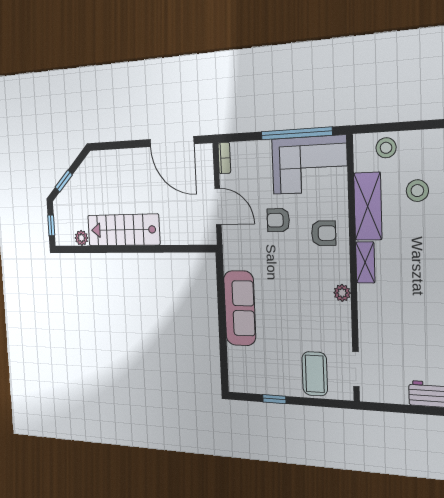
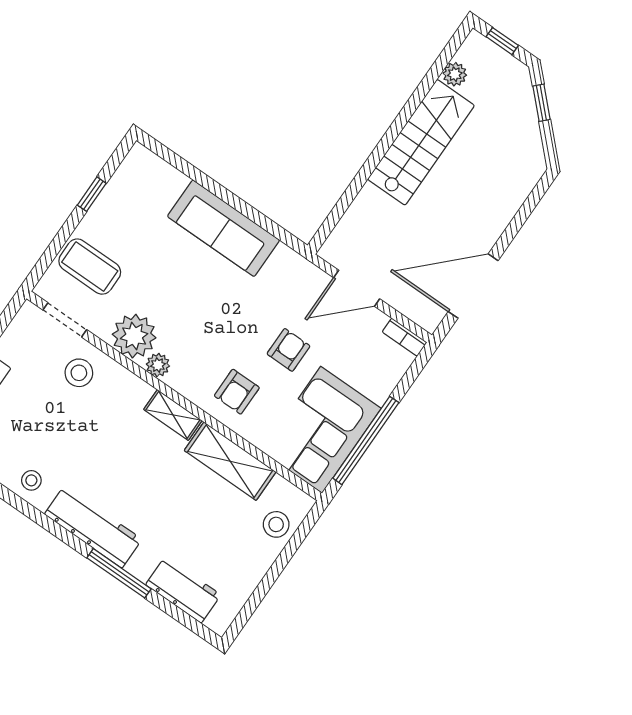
stool: (417, 191) -> (79, 373), moved
plant: (335, 319) -> (134, 336), added

